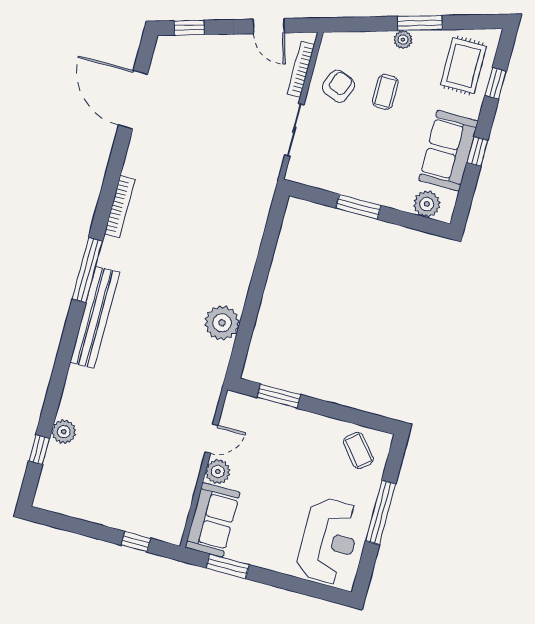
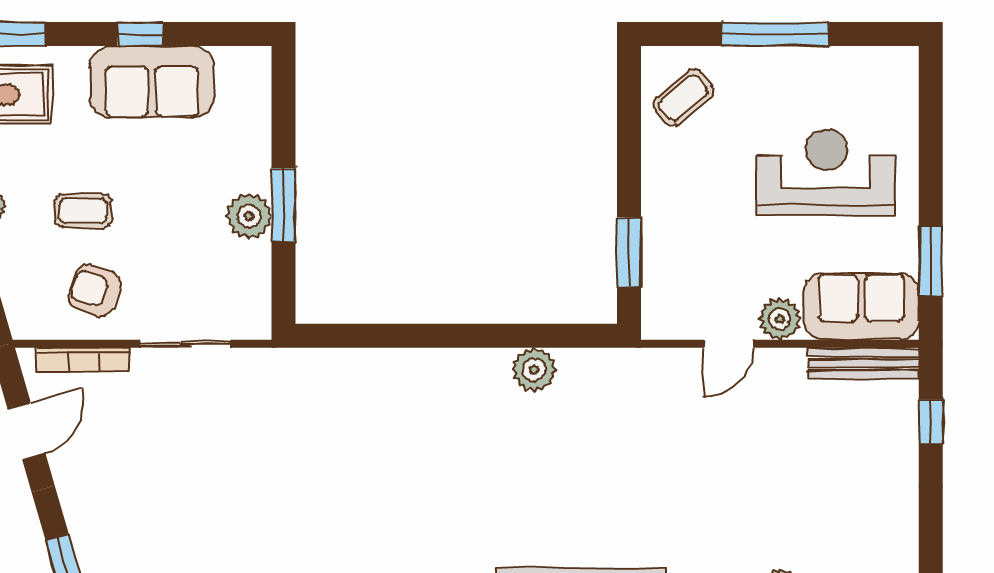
plant: (427, 204) -> (249, 216), moved
plant: (222, 323) -> (534, 370), width x0.73, depth x0.73
door: (212, 439) -> (729, 344), swing flipped
bench: (180, 512) -> (863, 363), added
reception desk: (329, 541) -> (826, 172), moved

